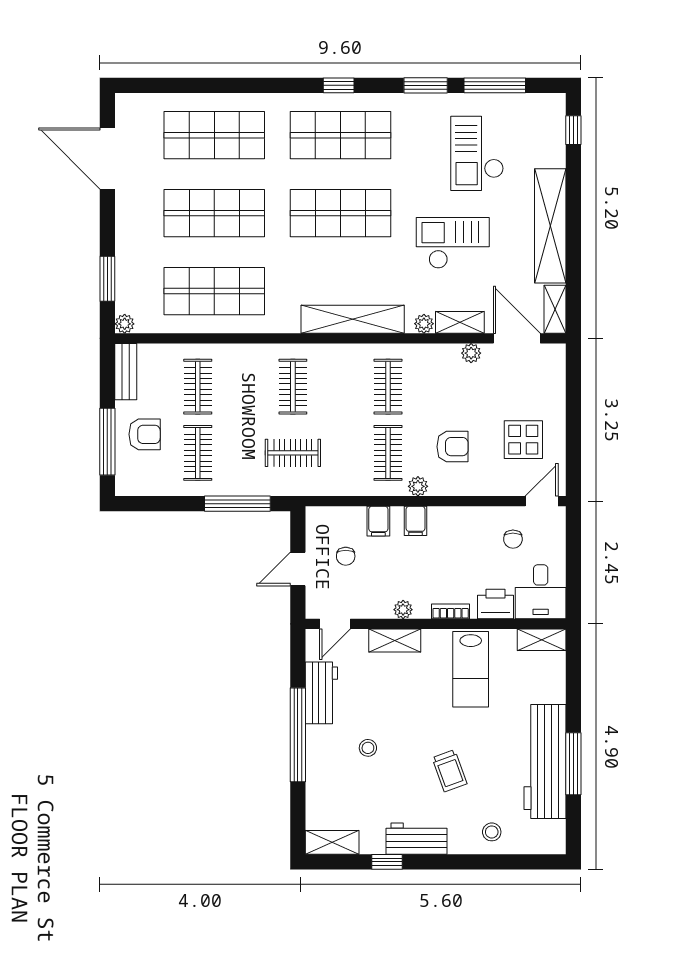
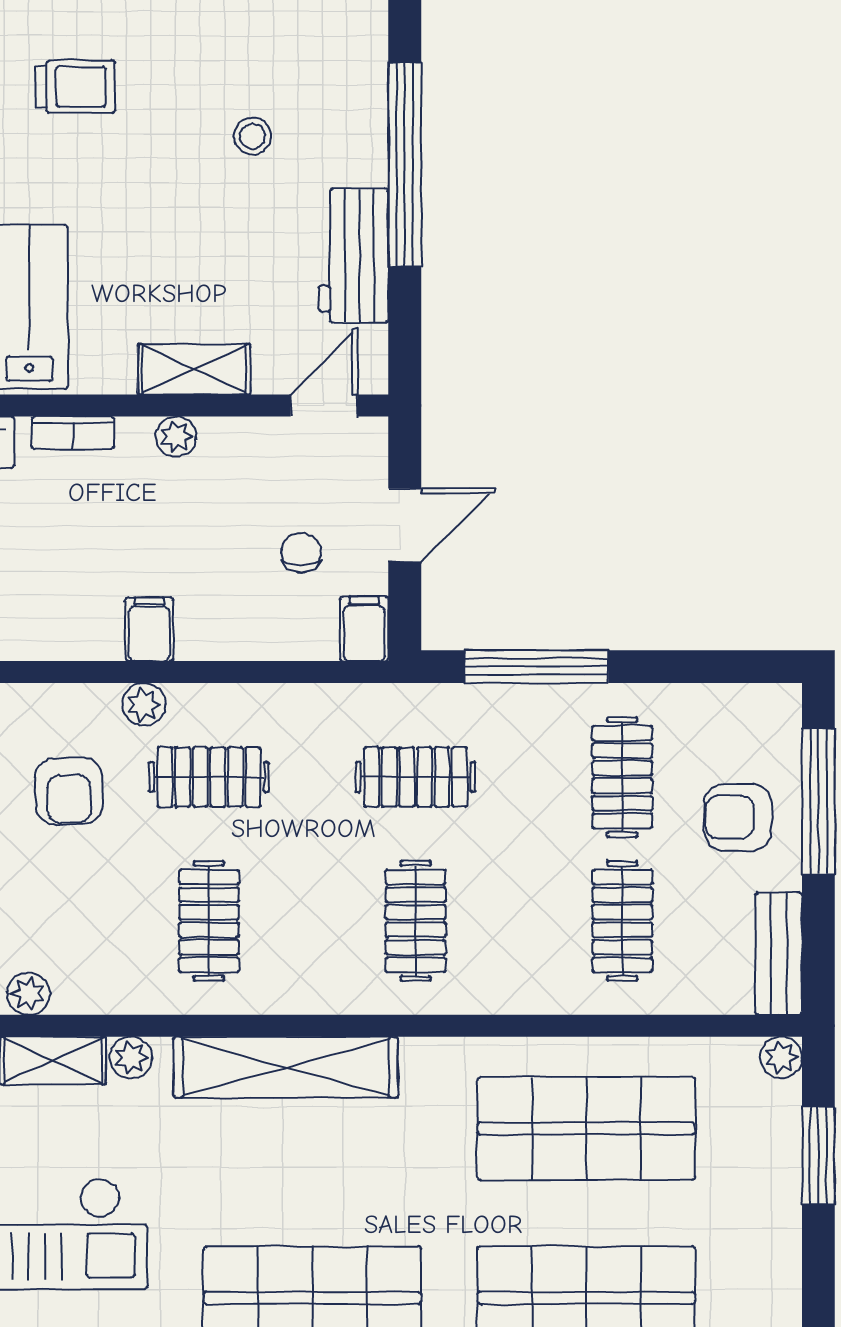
armchair: (452, 447) -> (69, 791), turned -92
clothes rail: (388, 453) -> (209, 777), turned 90
filing cabinet: (378, 521) -> (364, 629), moved
trolley: (450, 771) -> (75, 87), turned 110

